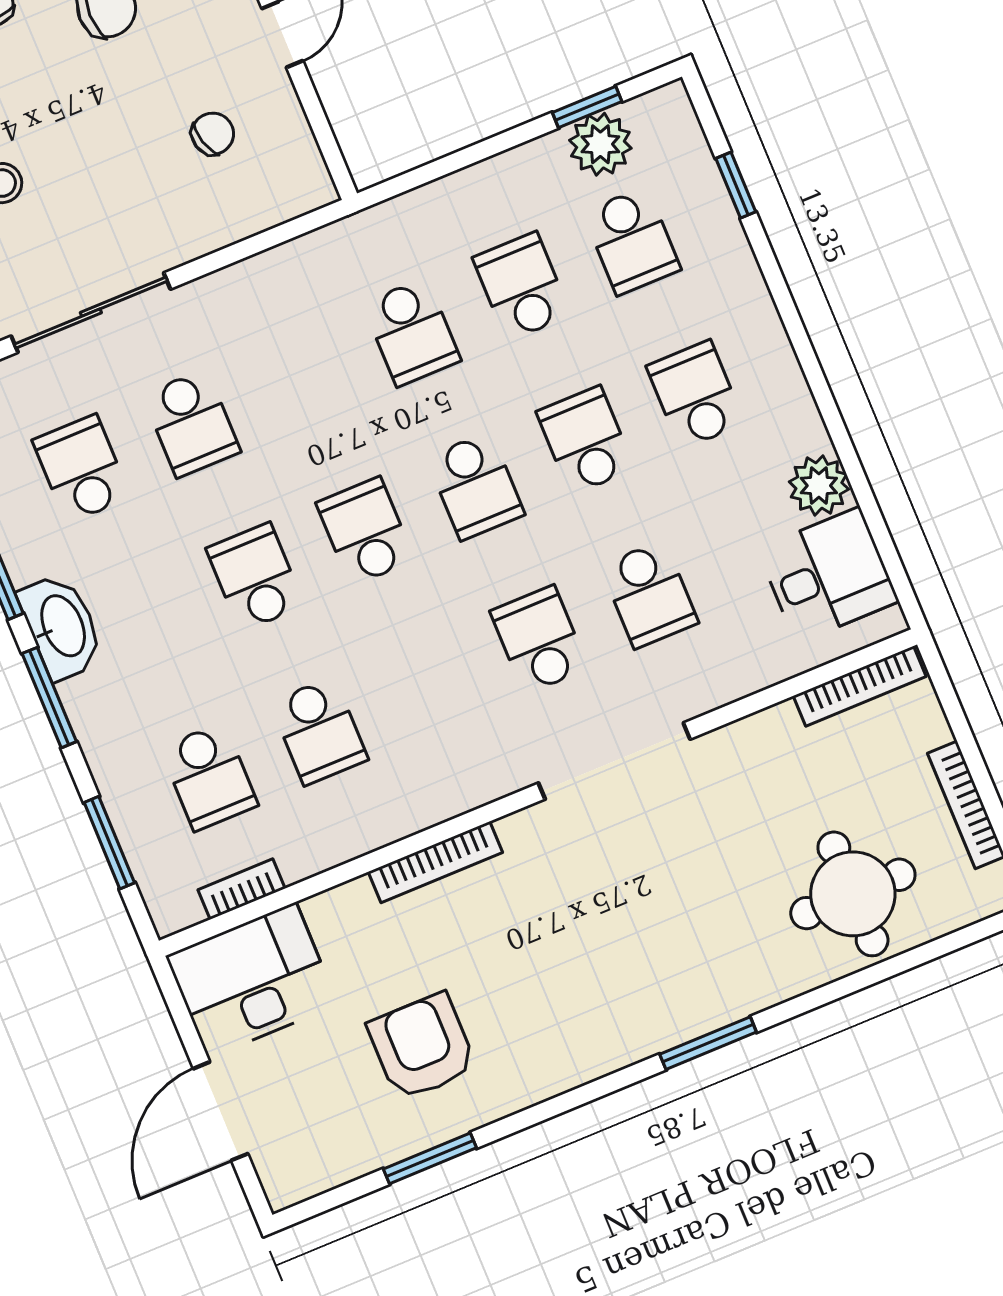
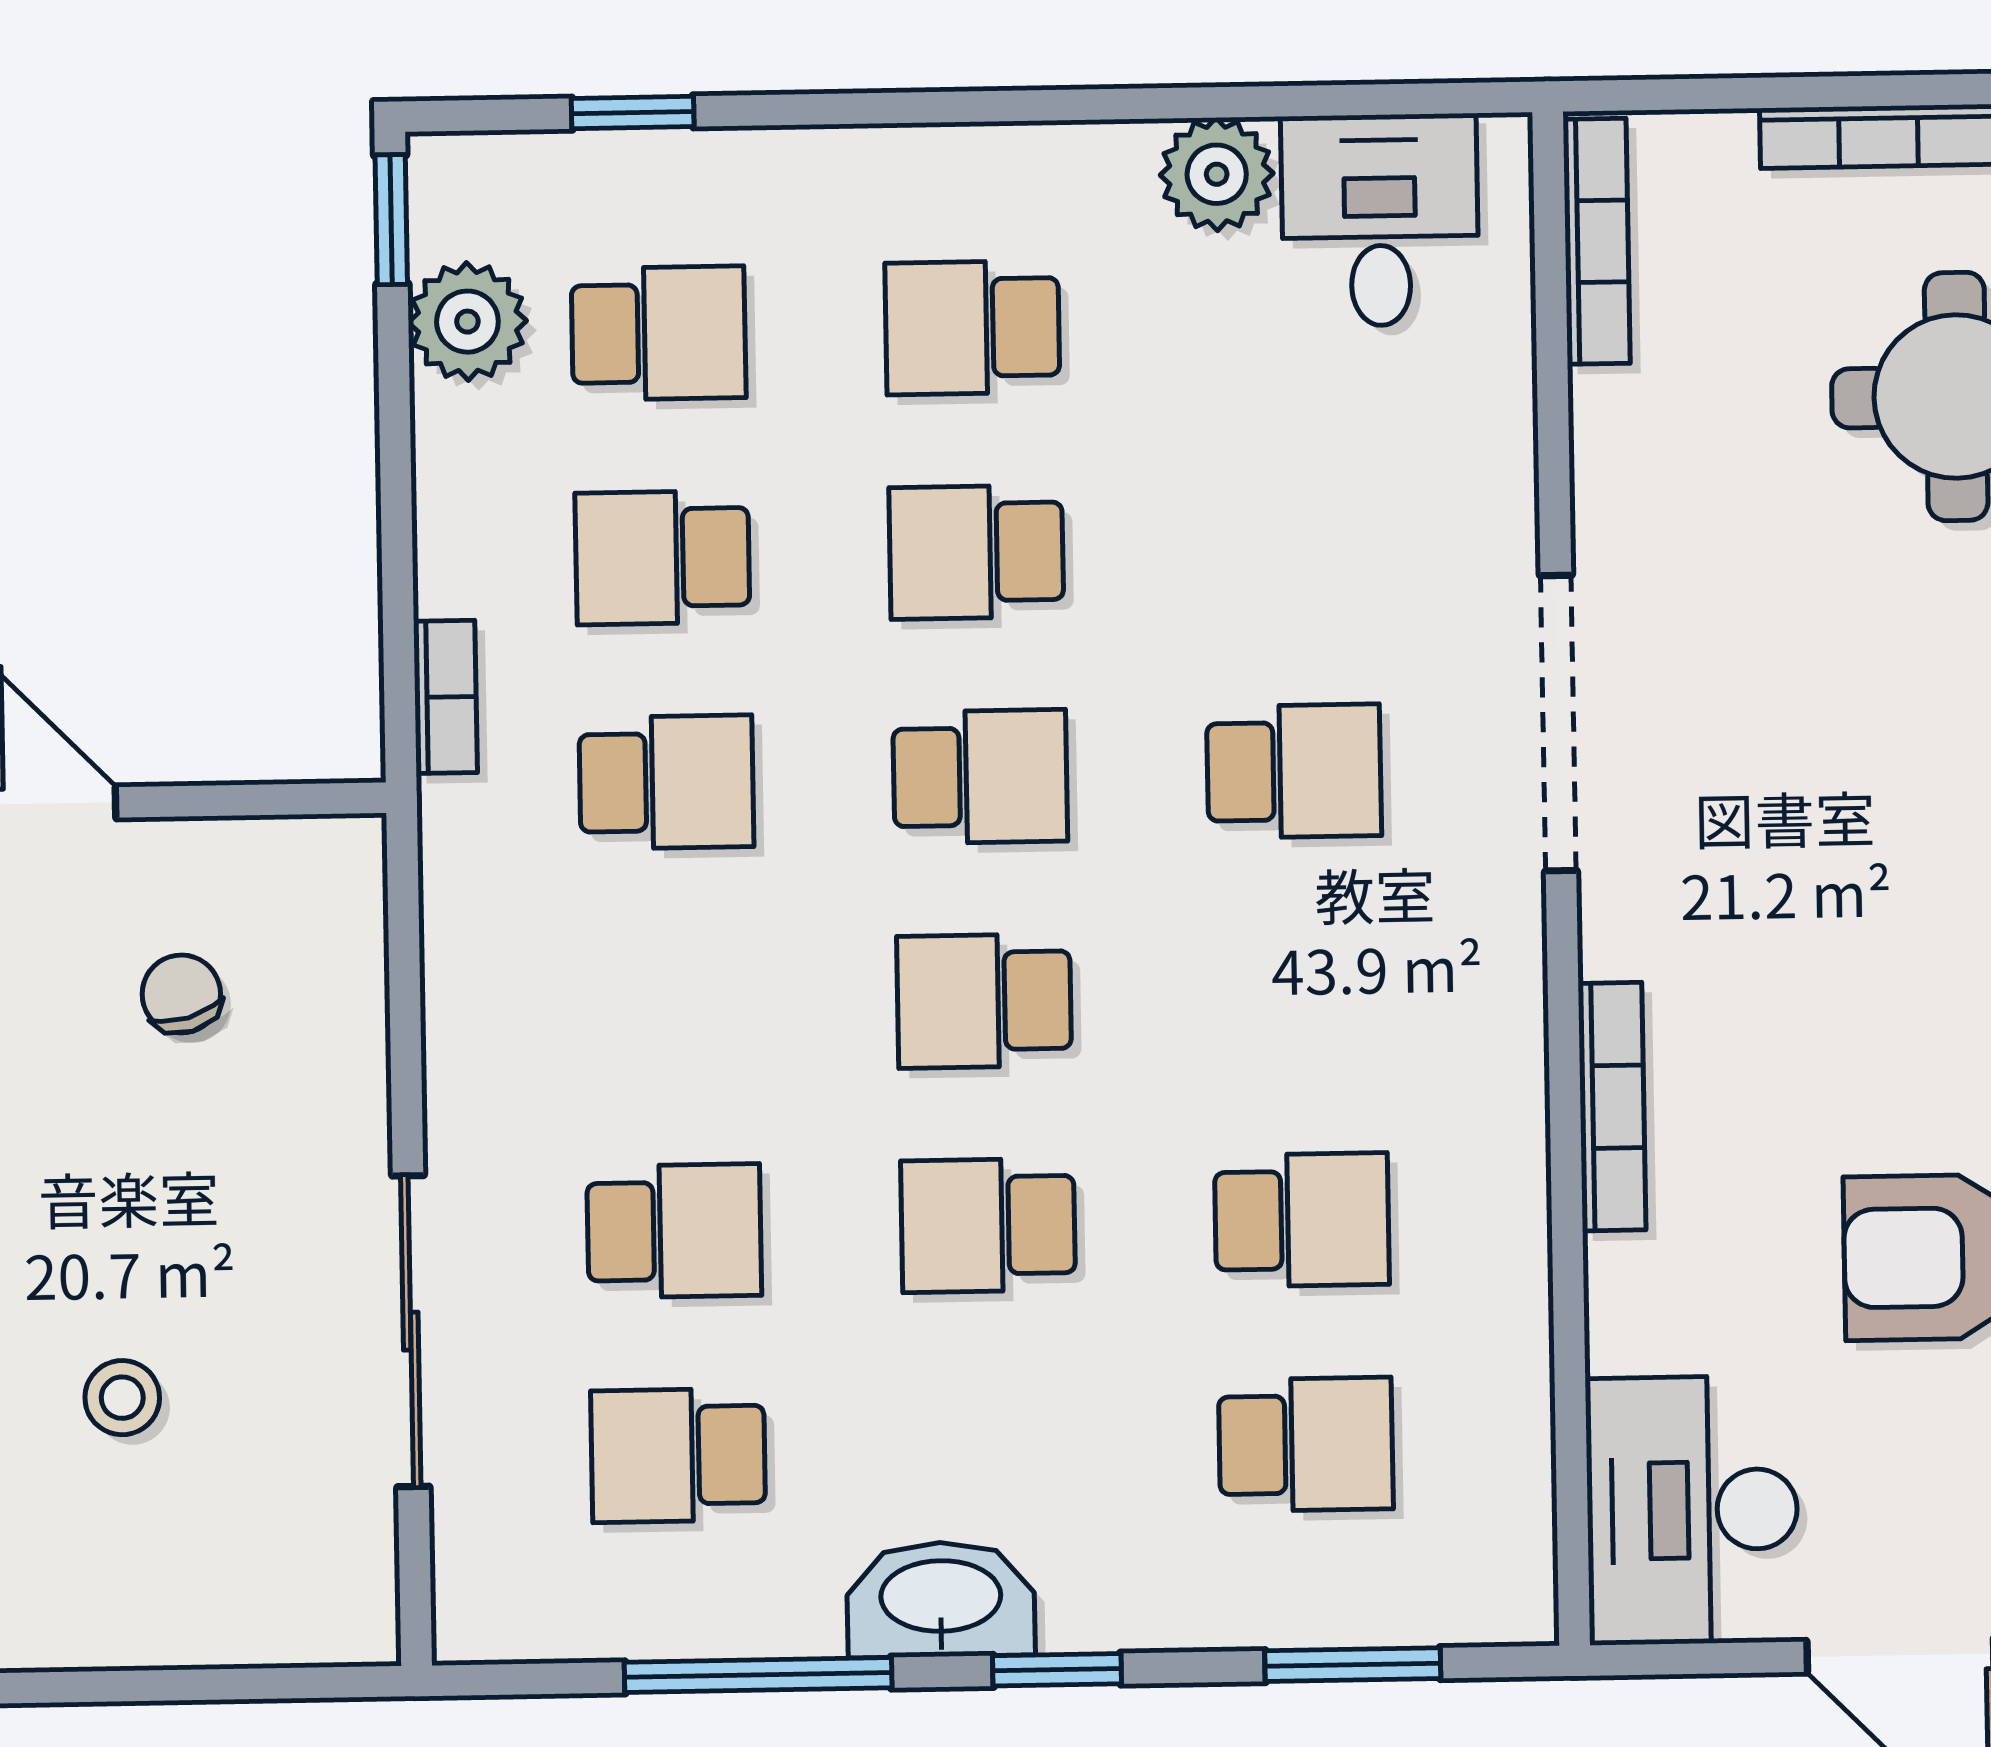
window: (587, 107) -> (391, 220), moved
school desk: (649, 594) -> (1290, 547), removed
school desk: (539, 640) -> (1294, 771), turned 180
window: (49, 698) -> (1057, 1670), width x0.67
bookcase: (241, 889) -> (445, 697), moved, turned 180

